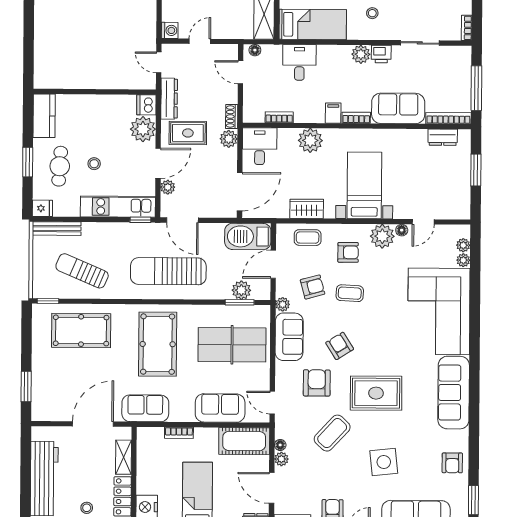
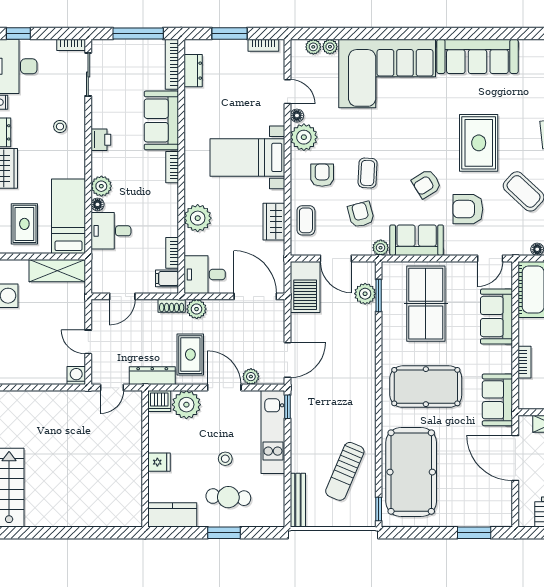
stool: (372, 13) -> (60, 127), moved
sliding door: (420, 43) -> (88, 74), moved
floor lamp: (255, 50) -> (97, 204), moved
plant: (361, 54) -> (101, 186), moved
filing cabinet: (333, 113) -> (167, 278), moved
bookcase: (465, 201) -> (263, 45), added
fridge: (42, 208) -> (159, 462), moved, turned 90
sun lounger: (168, 271) -> (344, 375), removed
pool table: (81, 330) -> (411, 472), width x1.36, depth x1.32

